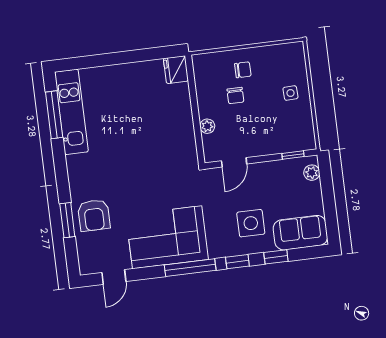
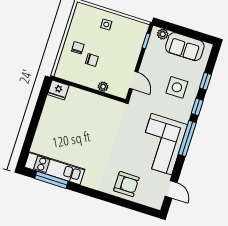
window: (67, 220) -> (122, 202), removed
sofa: (300, 233) -> (185, 47), moved, turned -90

